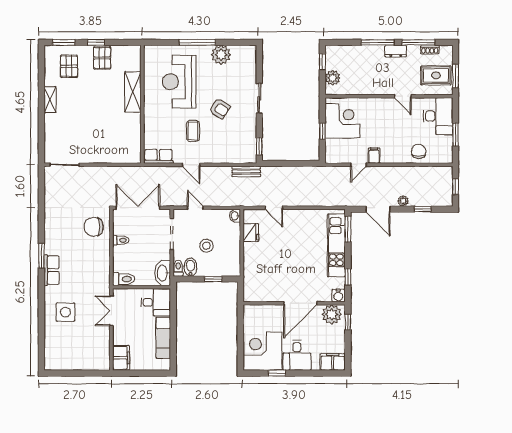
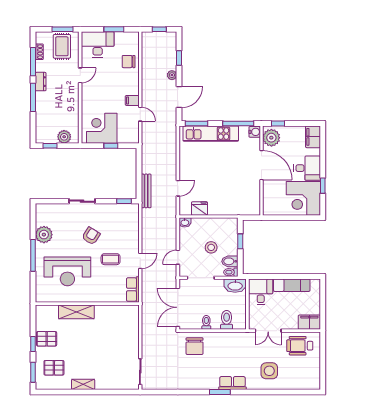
bench: (246, 171) -> (146, 191), moved, width x1.36
window: (348, 277) -> (238, 123), width x2.17
toilet: (124, 279) -> (227, 320), moved
wheelchair: (94, 347) -> (300, 346), added

